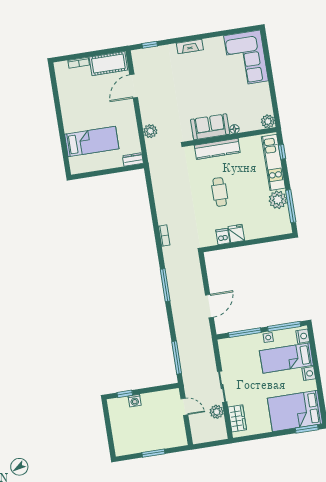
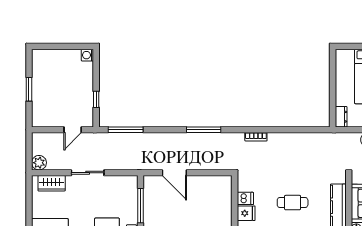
window: (125, 394) -> (96, 99), moved
washing machine: (135, 401) -> (87, 55), moved
plant: (217, 412) -> (39, 163), moved

